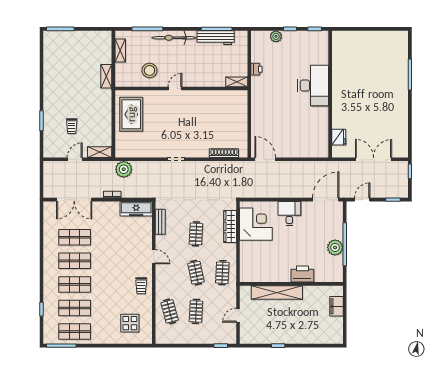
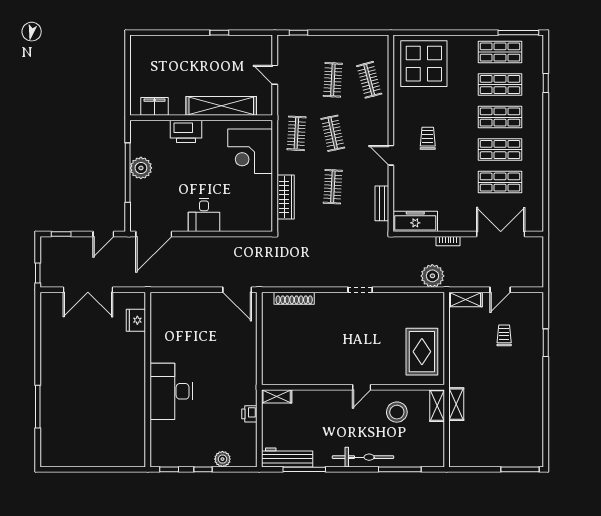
workbench: (216, 38) -> (287, 457), moved
shelving: (120, 50) -> (437, 406), moved
corner desk: (256, 224) -> (250, 151), moved
trolley: (141, 286) -> (428, 138), moved
filing cabinet: (337, 306) -> (155, 106), moved, turned -90
door: (238, 315) -> (275, 75), swing flipped
display table: (130, 323) -> (424, 64), width x1.86, depth x1.86

